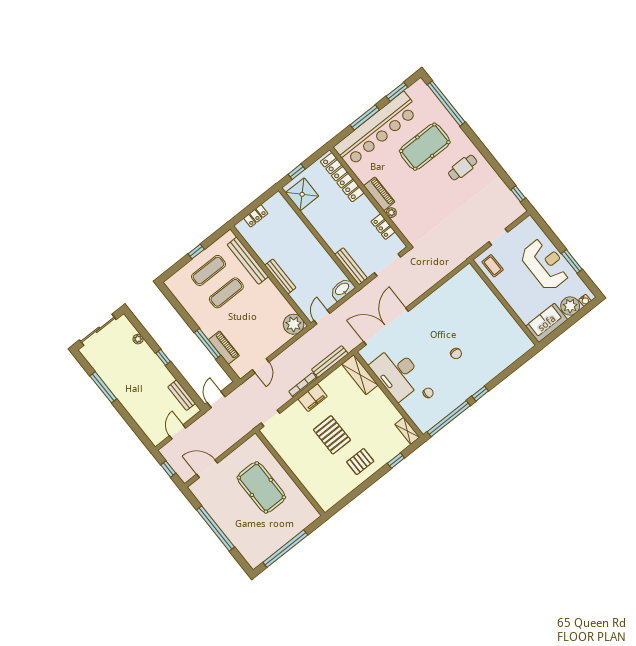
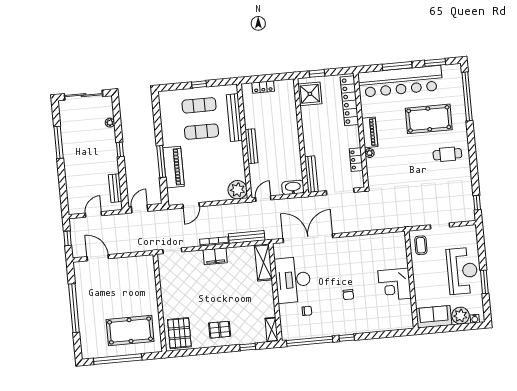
corner desk: (492, 317) -> (395, 284), added
piano: (224, 348) -> (174, 167), width x1.37, depth x1.33
pallet: (332, 435) -> (179, 333), moved
pool table: (261, 487) -> (130, 331), moved, turned 90

